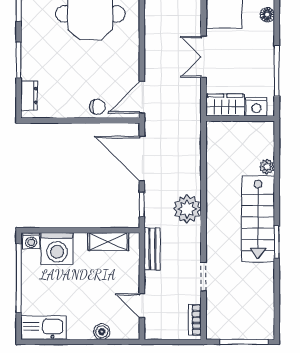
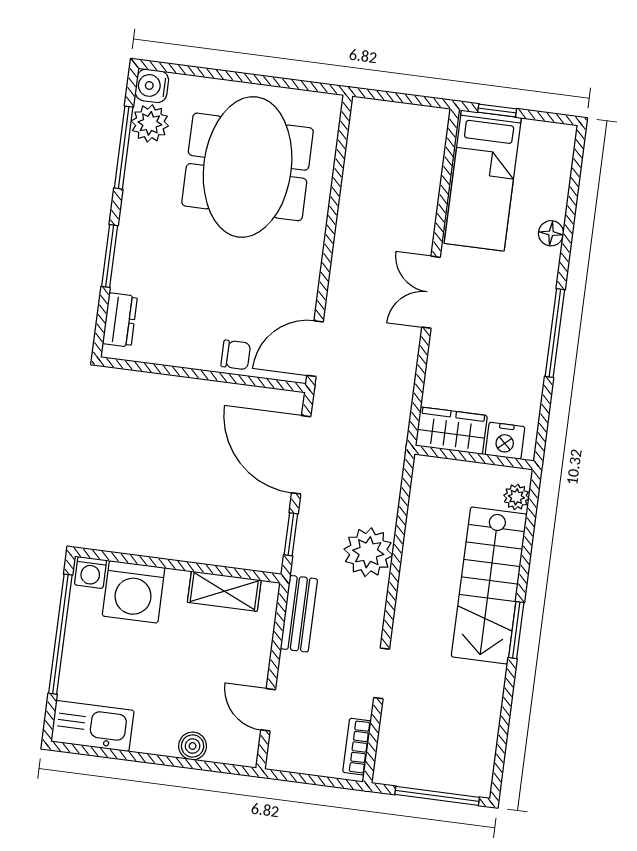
wardrobe: (225, 105) -> (451, 431), moved
nightstand: (256, 107) -> (505, 441), moved
wall: (240, 119) -> (474, 457), moved

